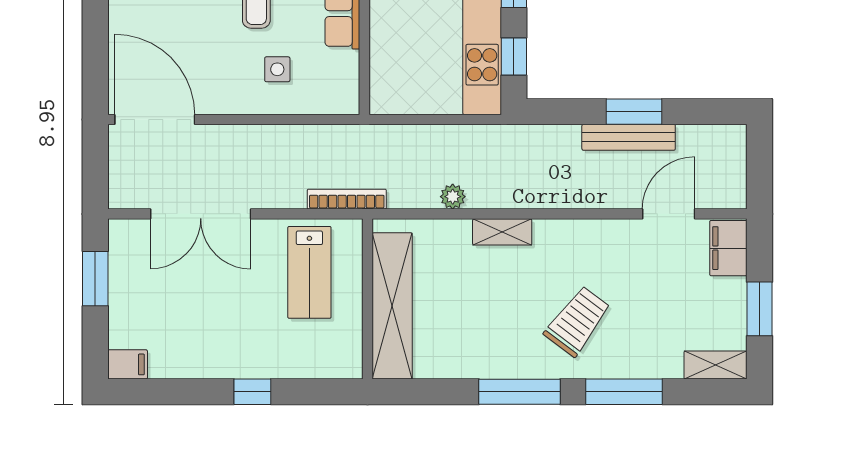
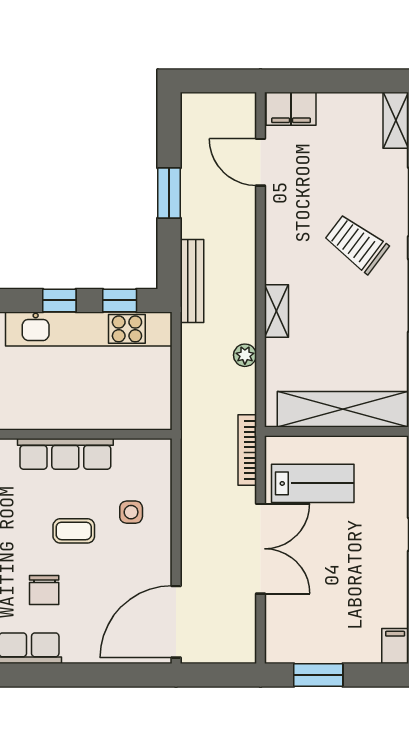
bench: (629, 137) -> (192, 281), moved
double door: (201, 214) -> (261, 549), moved
window: (759, 309) -> (345, 81), removed

